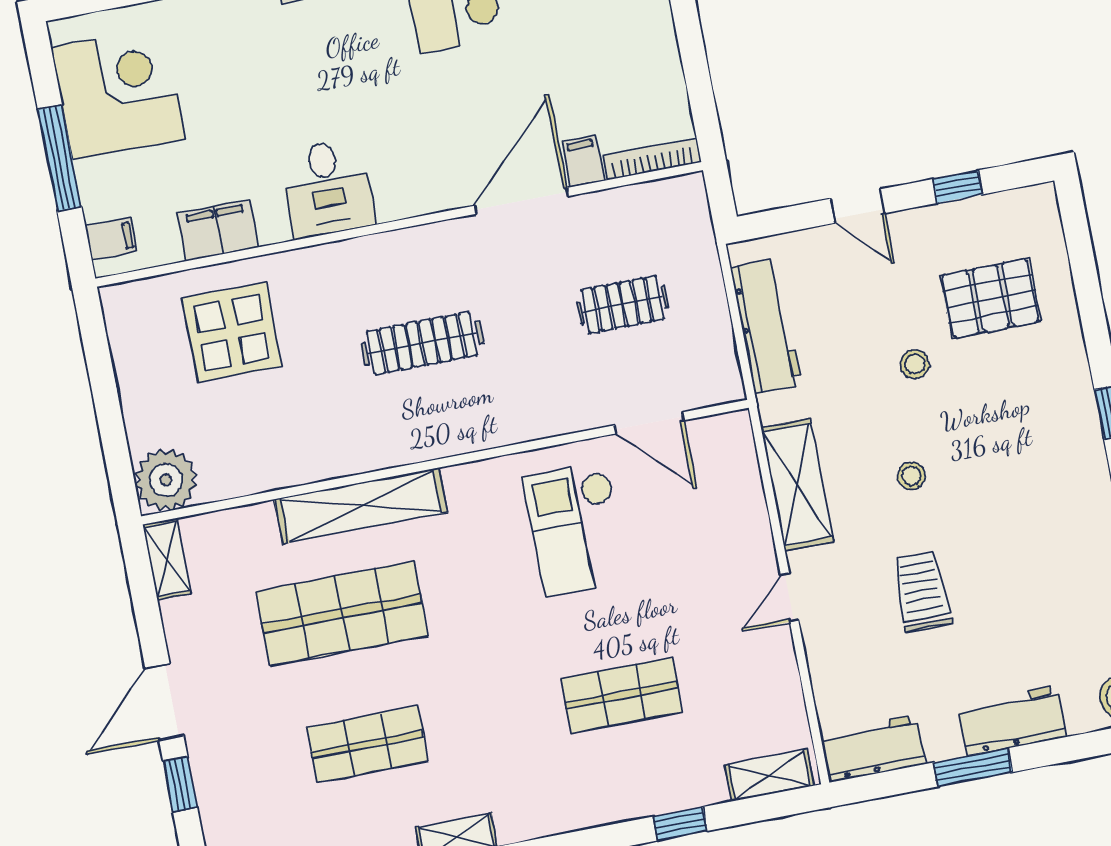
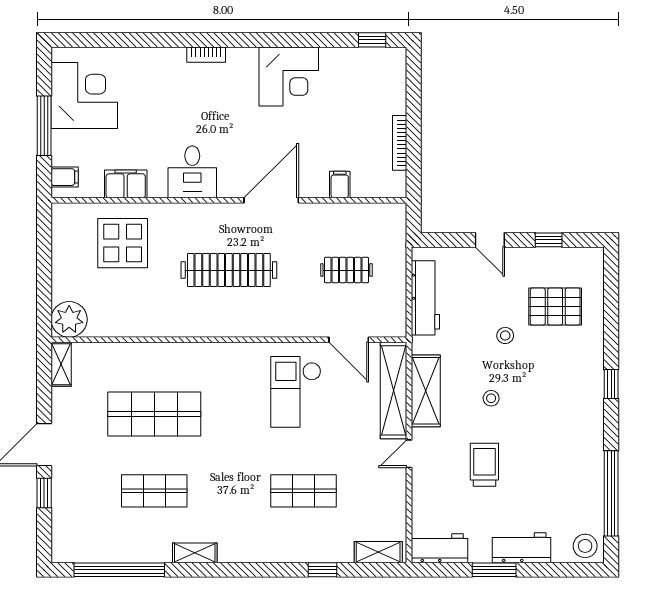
bookcase: (652, 159) -> (400, 143), moved, turned -90
door: (521, 201) -> (271, 200), moved
clothes rail: (422, 343) -> (229, 270), width x1.37, depth x1.31
shelving: (361, 506) -> (393, 390), moved, turned 90

